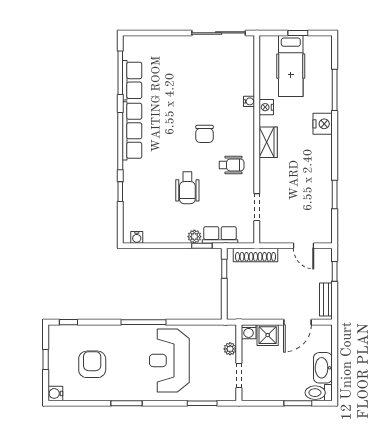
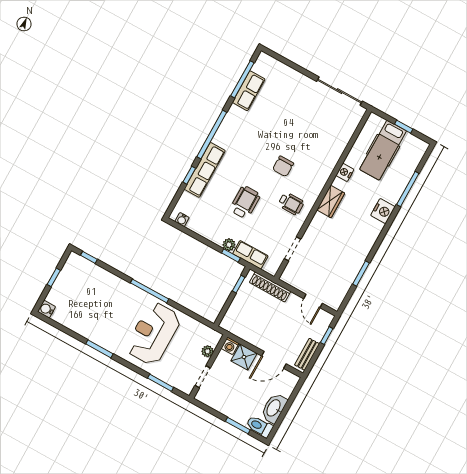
water cooler: (249, 101) -> (333, 160), removed
row of seats: (132, 131) -> (205, 170), moved
wheelchair: (187, 188) -> (245, 202), turned 180
armchair: (92, 364) -> (89, 302), removed

